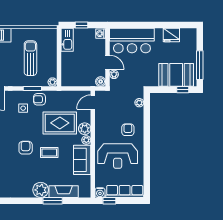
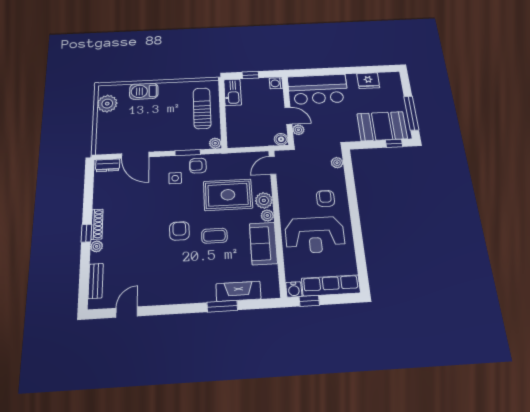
sun lounger: (30, 58) -> (202, 108), moved
plant: (41, 190) -> (203, 291), removed

